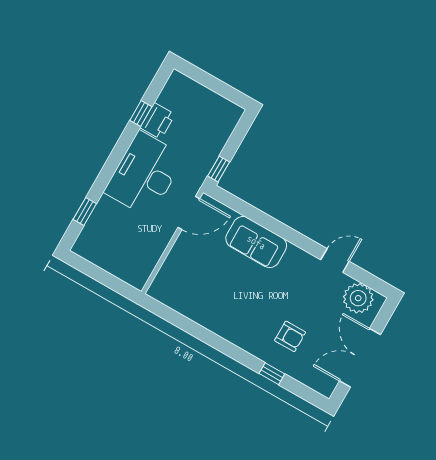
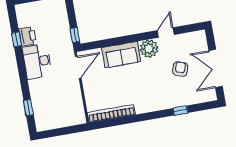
desk: (144, 174) -> (37, 61), width x0.73, depth x0.77
plant: (358, 298) -> (149, 49), moved
bookcase: (182, 305) -> (111, 113), added
armchair: (290, 336) -> (180, 69), moved, turned -72

